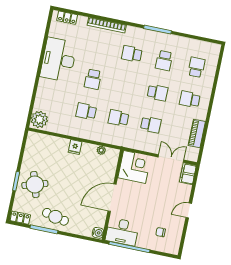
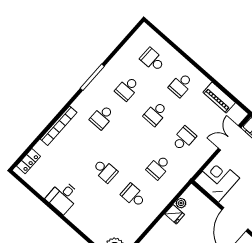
desk: (59, 60) -> (63, 197), width x0.53, depth x0.77
school desk: (164, 61) -> (127, 88), turned 90
school desk: (157, 93) -> (156, 114), turned 180
school desk: (86, 111) -> (133, 196), turned 90
fridge: (75, 147) -> (175, 214), moved

